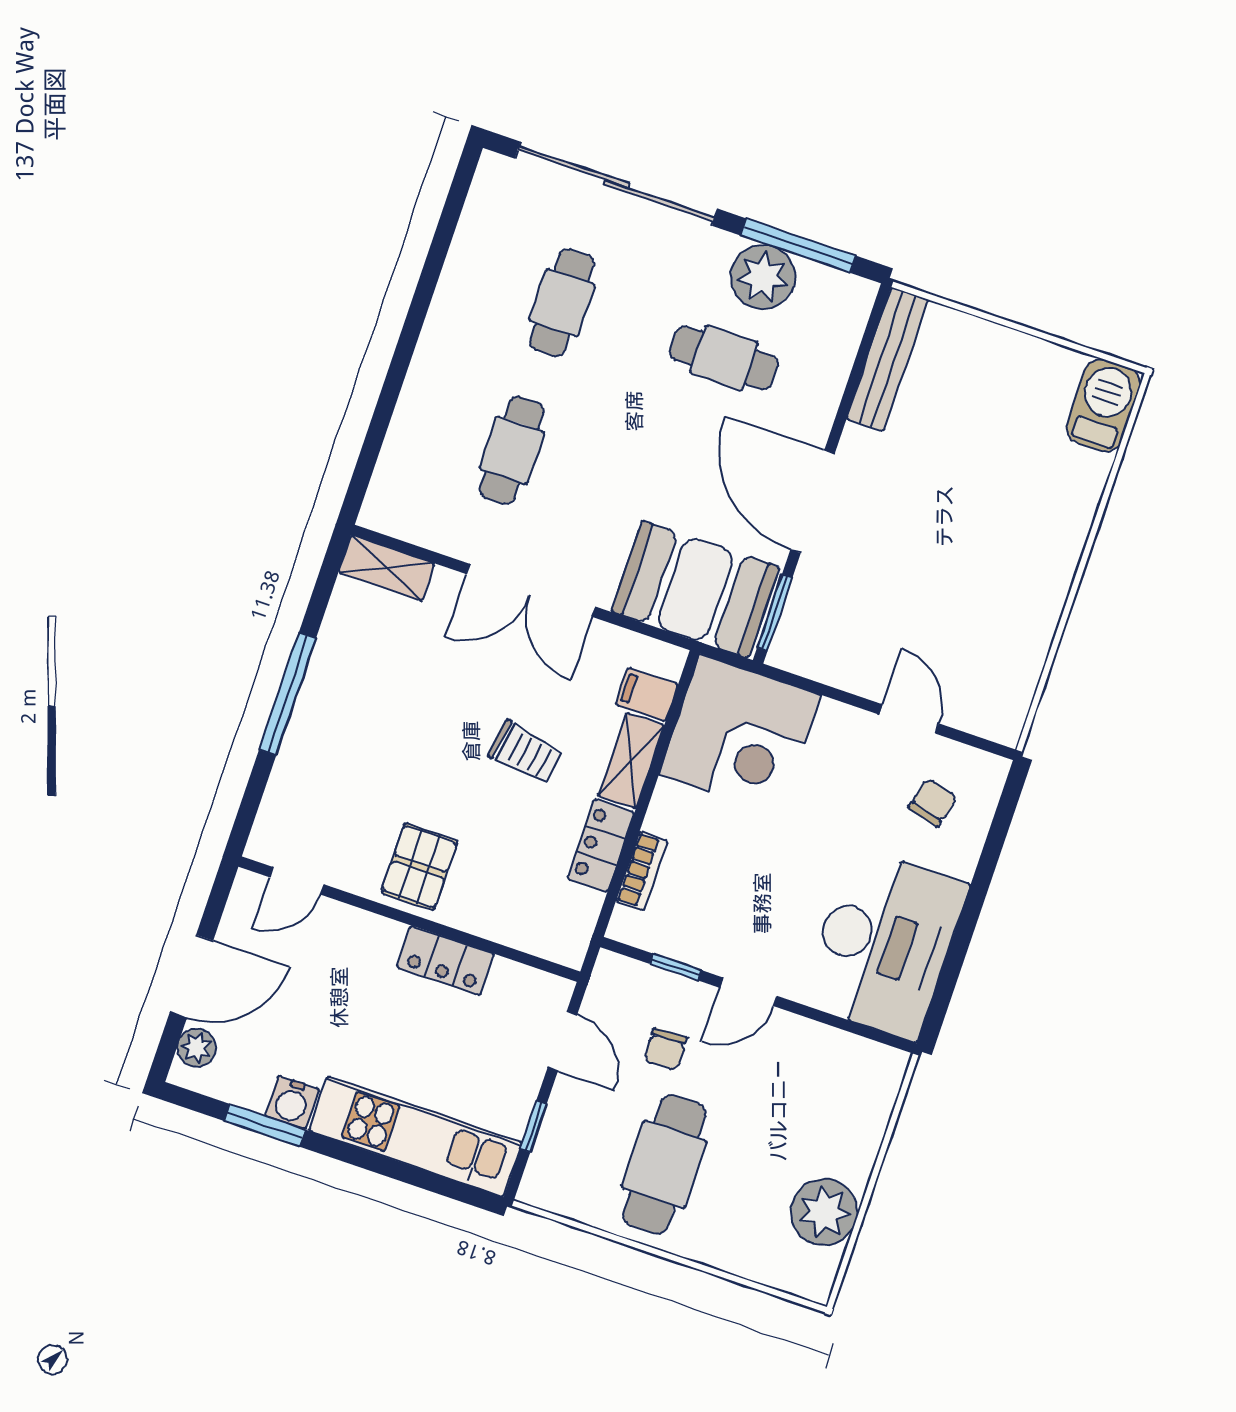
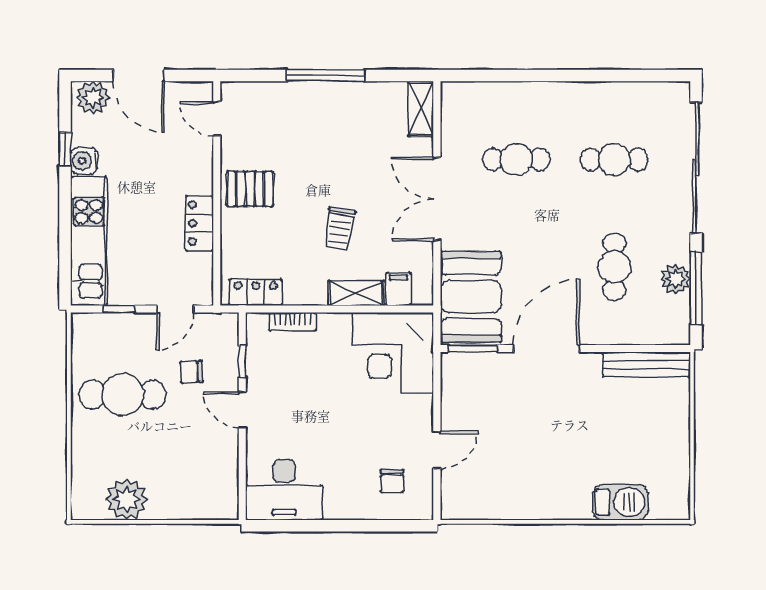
plant: (763, 277) -> (675, 279), width x0.73, depth x0.73
barbecue: (1103, 405) -> (620, 502), moved
chair: (933, 803) -> (392, 481), turned 75
locker: (601, 845) -> (256, 292), moved
desk: (884, 944) -> (284, 490), width x0.73, depth x0.77
plant: (197, 1048) -> (93, 98), width x1.38, depth x1.38
window: (265, 1125) -> (65, 149), width x0.67

